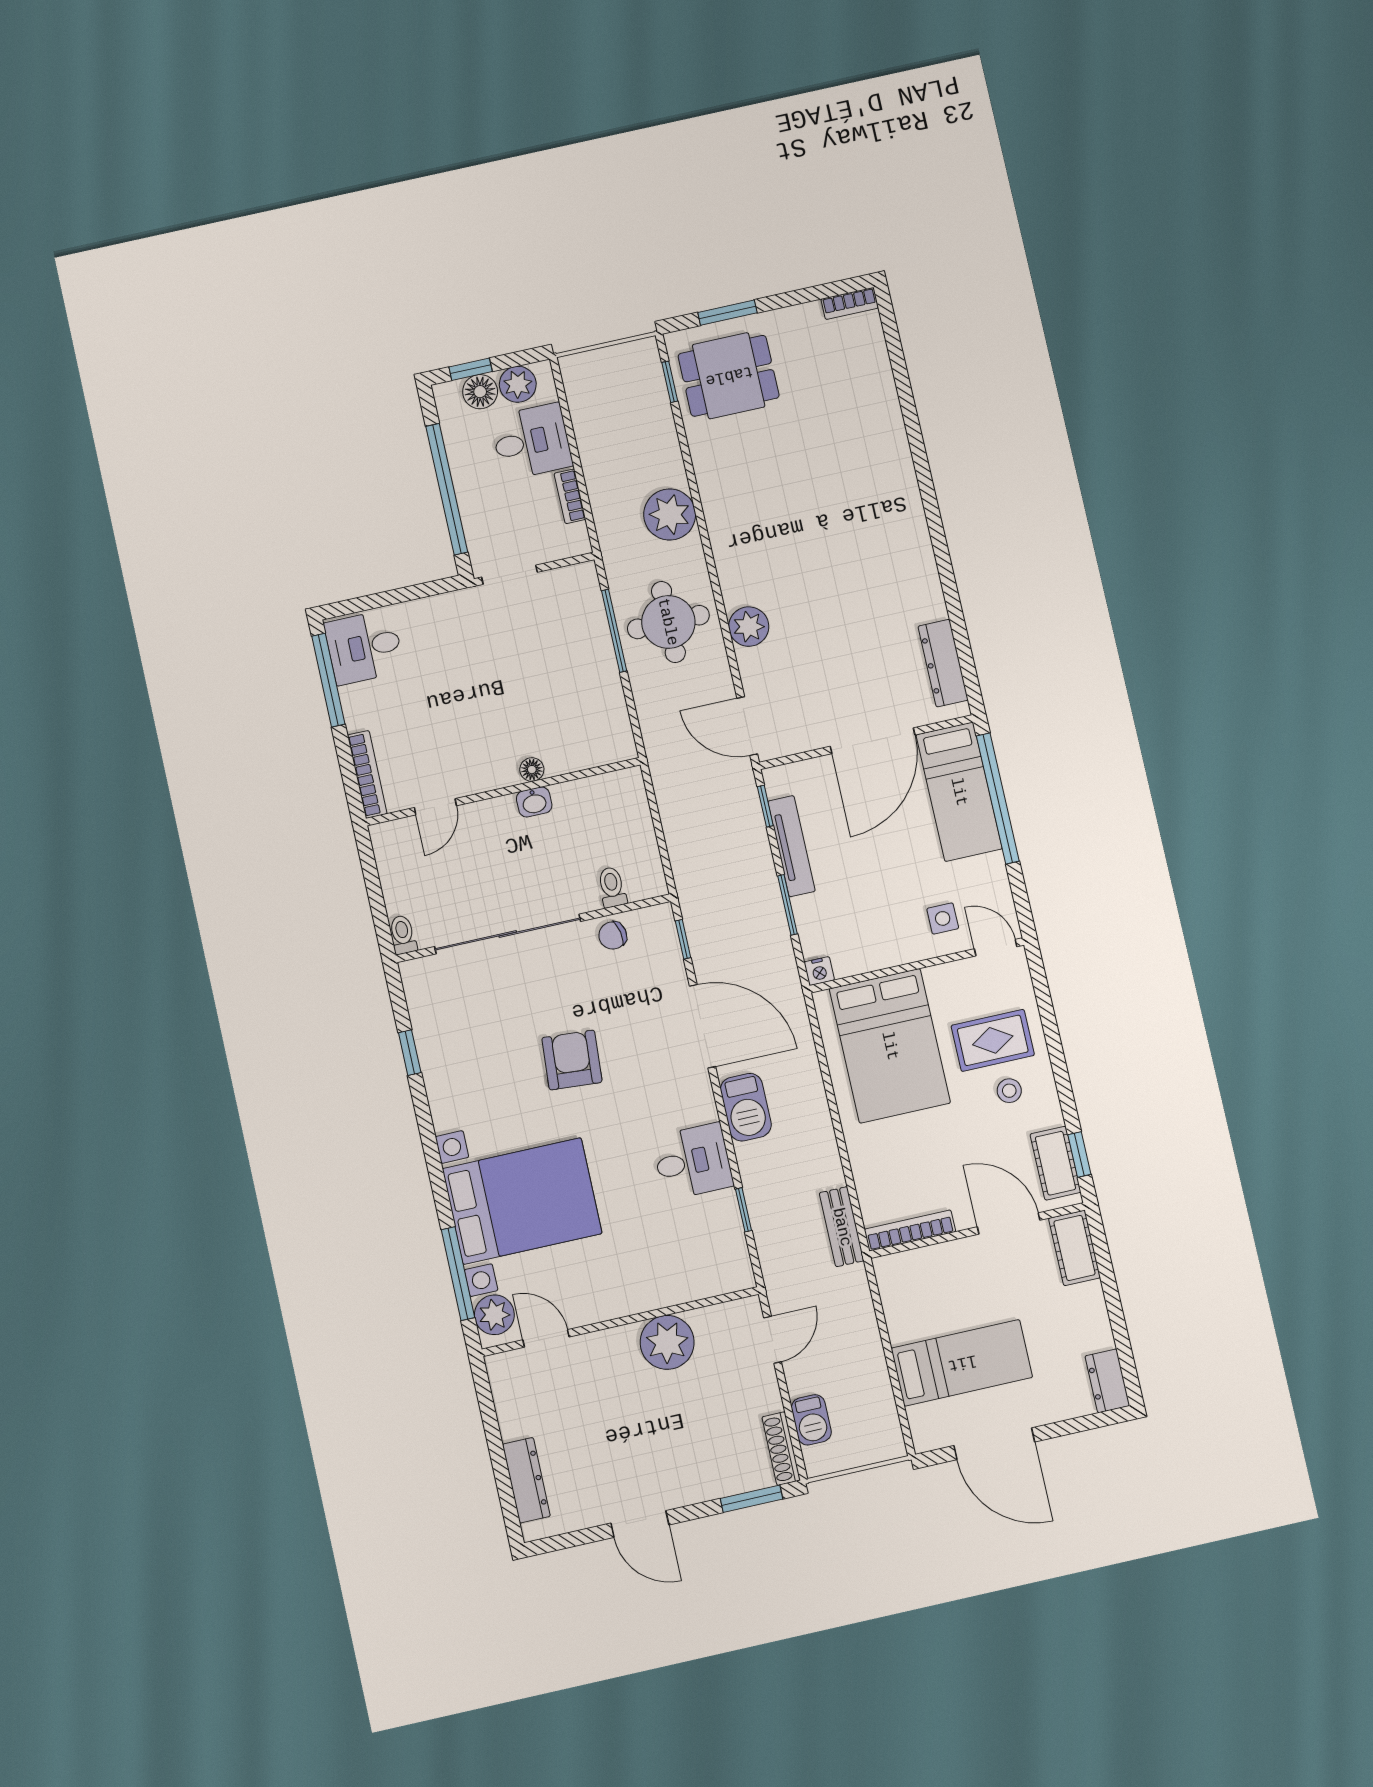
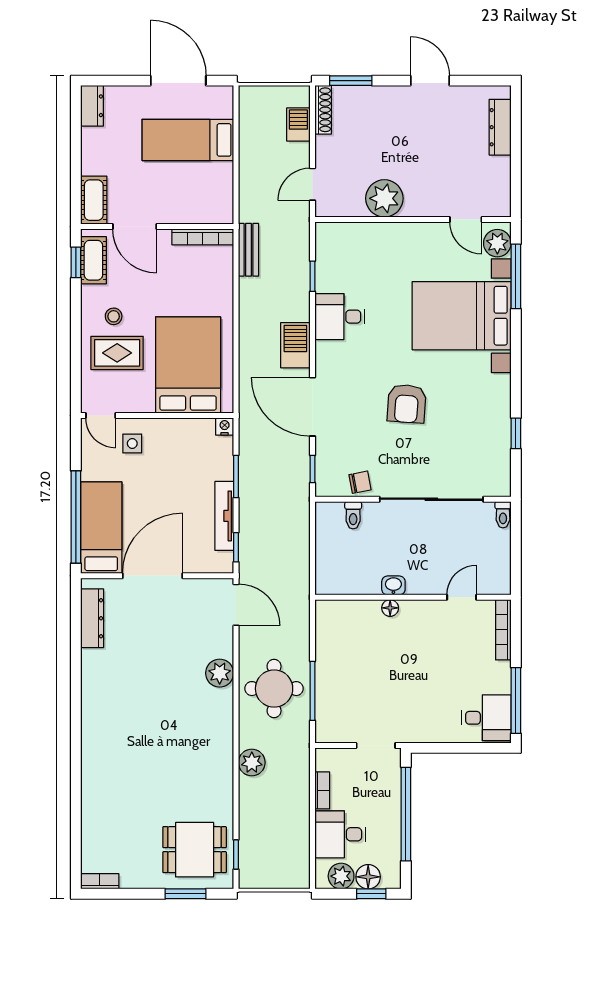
plant: (670, 515) -> (252, 763), width x0.73, depth x0.73

